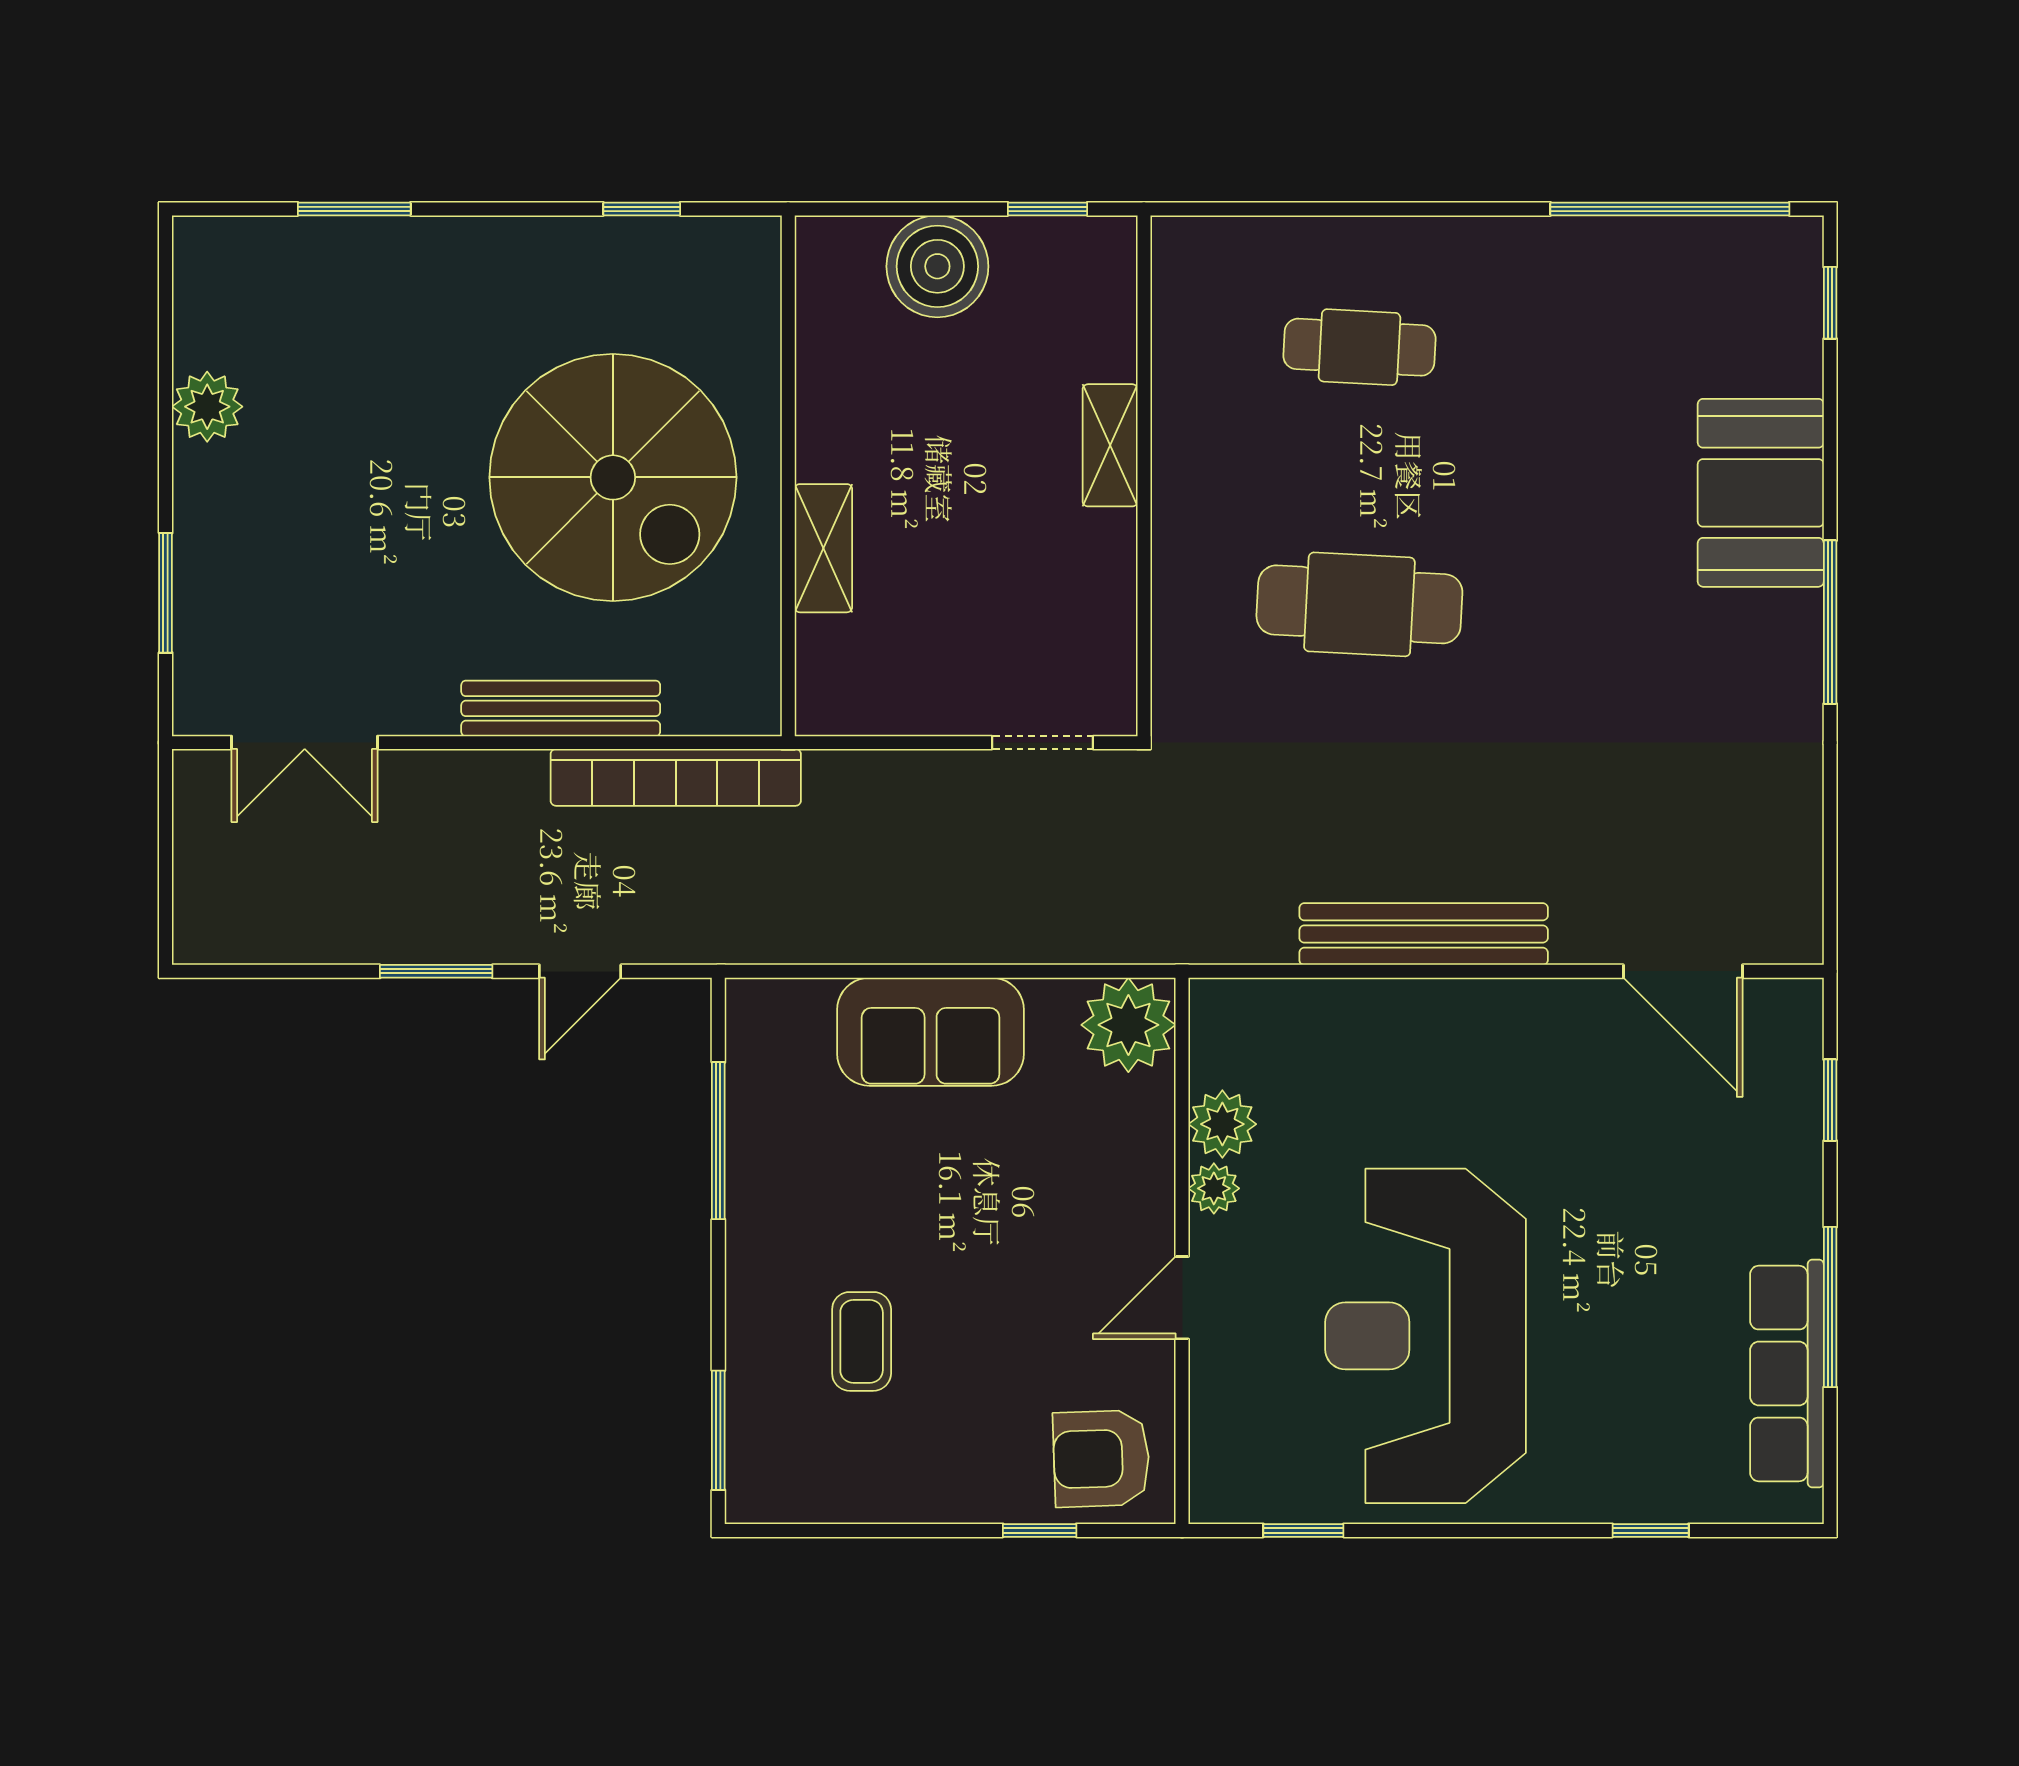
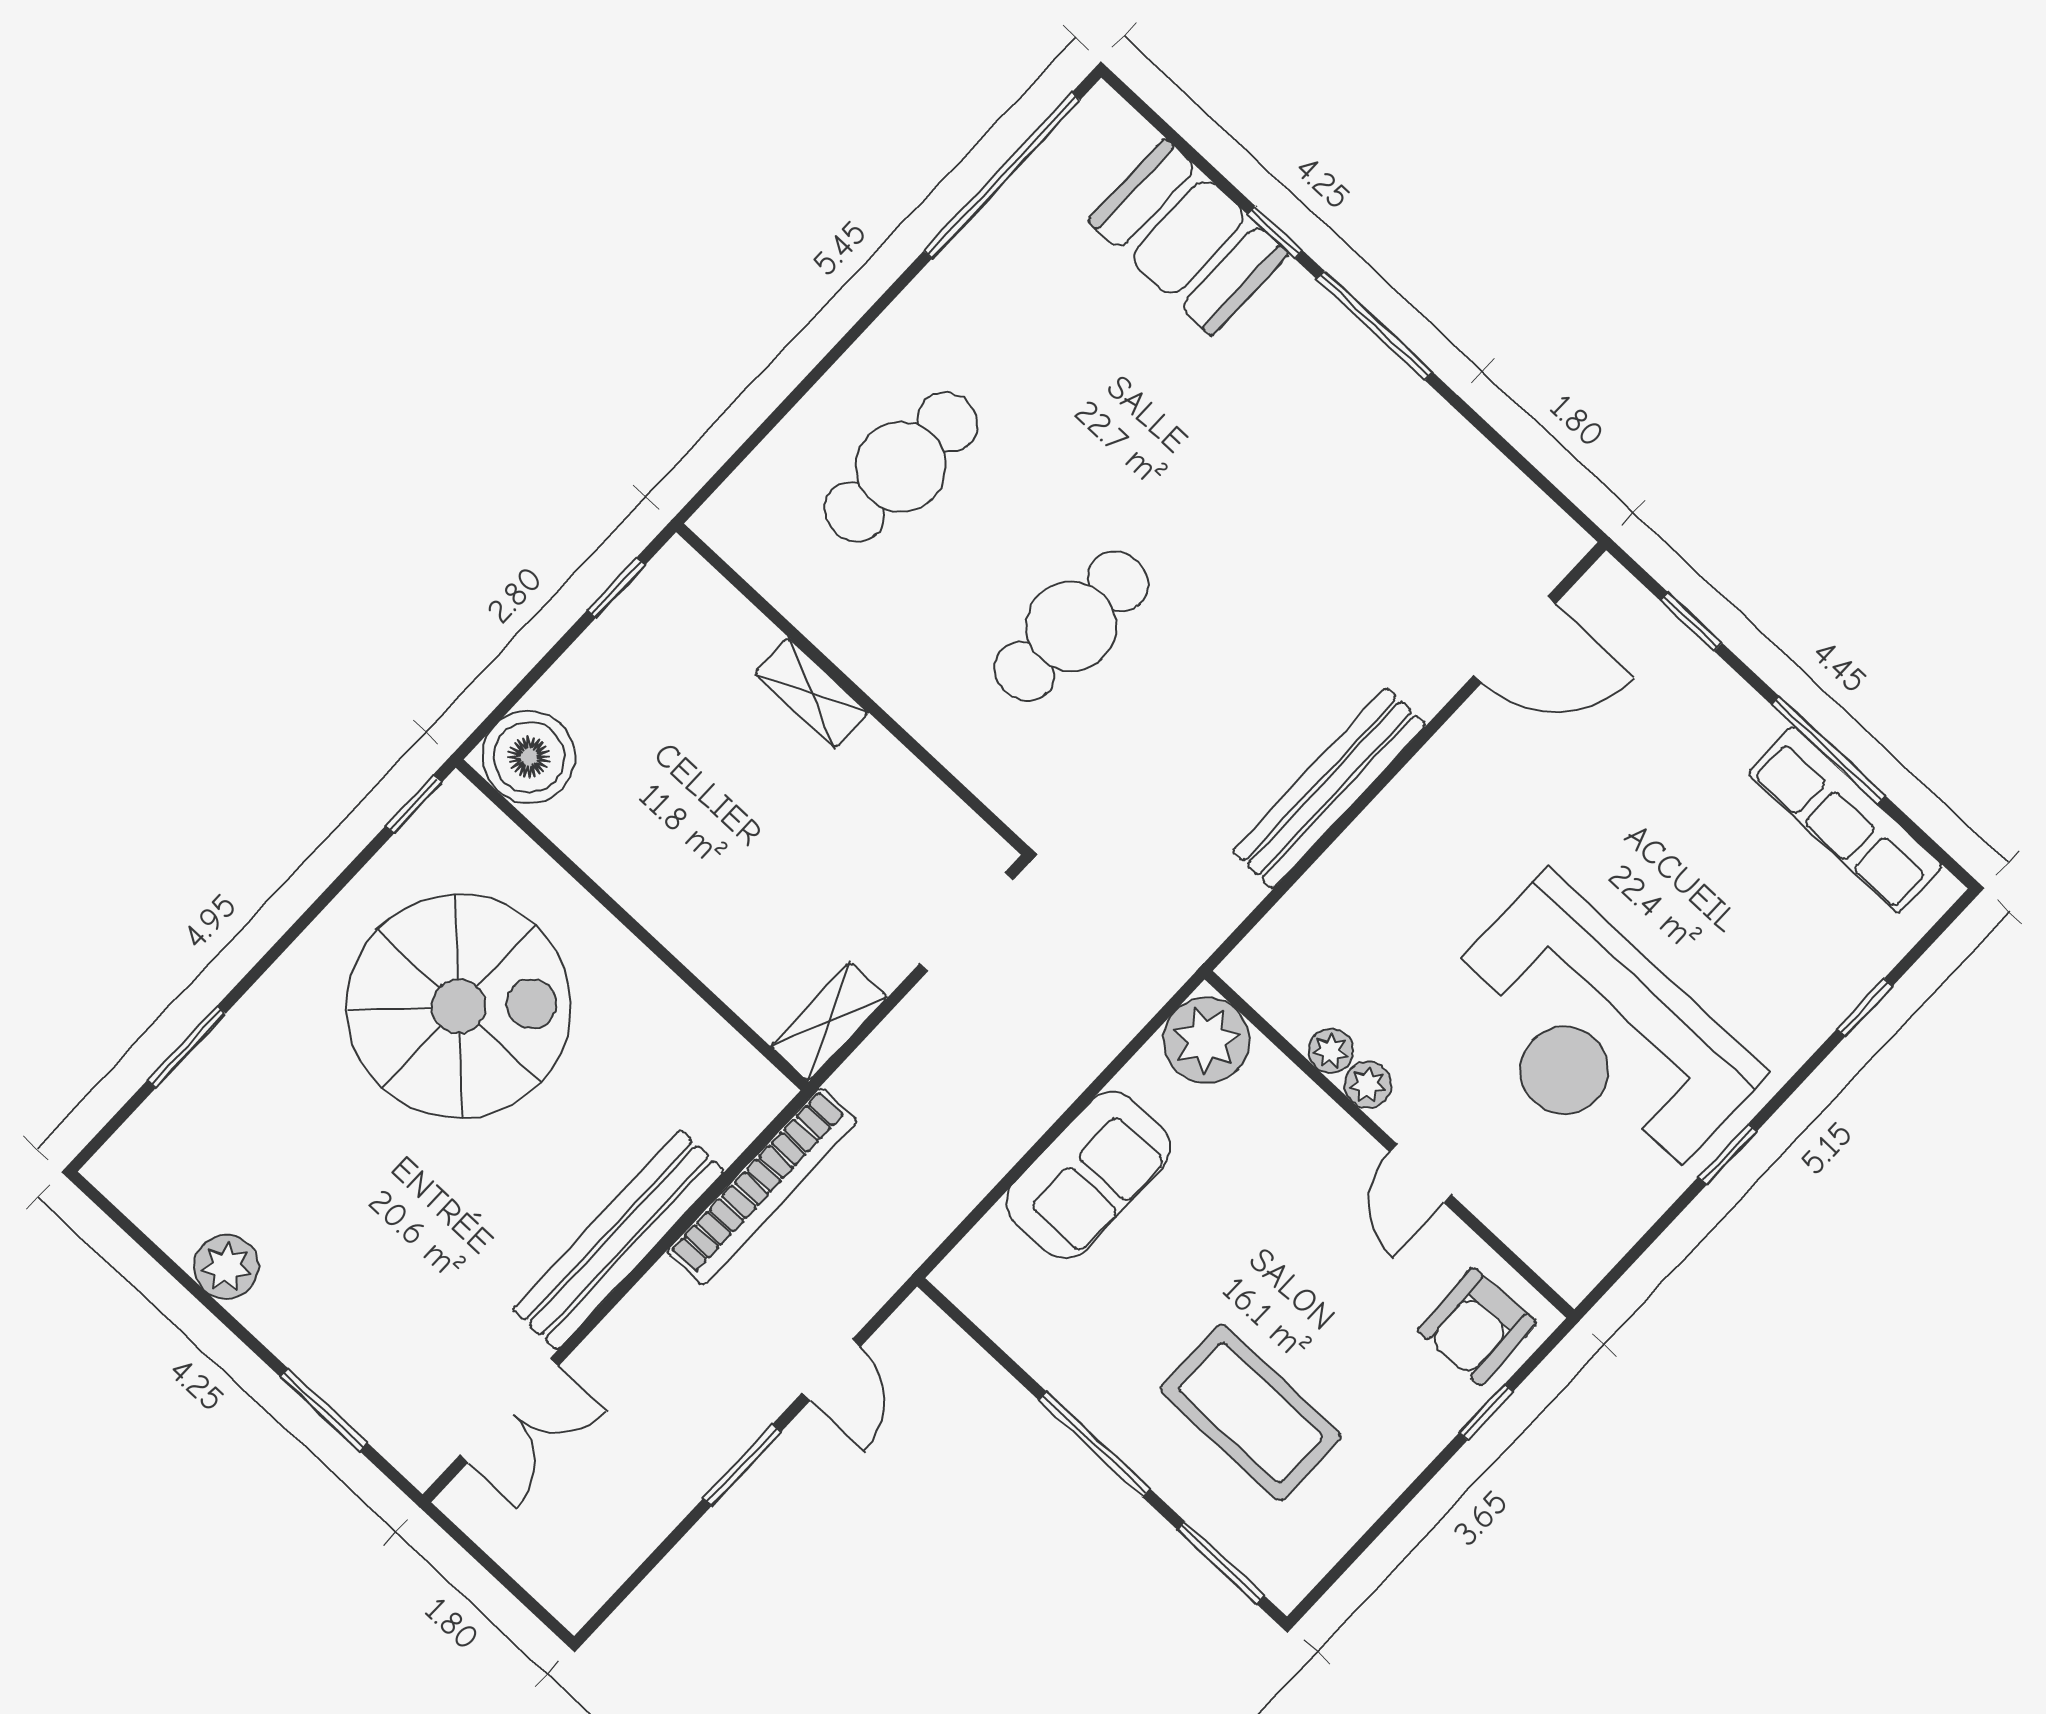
window: (642, 209) -> (414, 804), moved
boiler: (937, 266) -> (529, 757), moved
window: (1830, 303) -> (1275, 232), moved
cafe table: (1359, 347) -> (901, 467), width x1.37, depth x1.35
spiral stairs: (613, 477) -> (459, 1006), moved
booth: (1761, 493) -> (1188, 237), moved
shelving: (823, 548) -> (829, 1022), moved, turned 90
bench: (561, 708) -> (619, 1240), width x1.37, depth x1.21
doorway: (1043, 743) -> (966, 922), width x1.38
plant: (1222, 1124) -> (1331, 1051), width x0.73, depth x0.73
window: (718, 1141) -> (1094, 1444), moved
coffee table: (862, 1341) -> (1251, 1413), width x1.86, depth x1.72
window: (1303, 1530) -> (1728, 1154), moved

